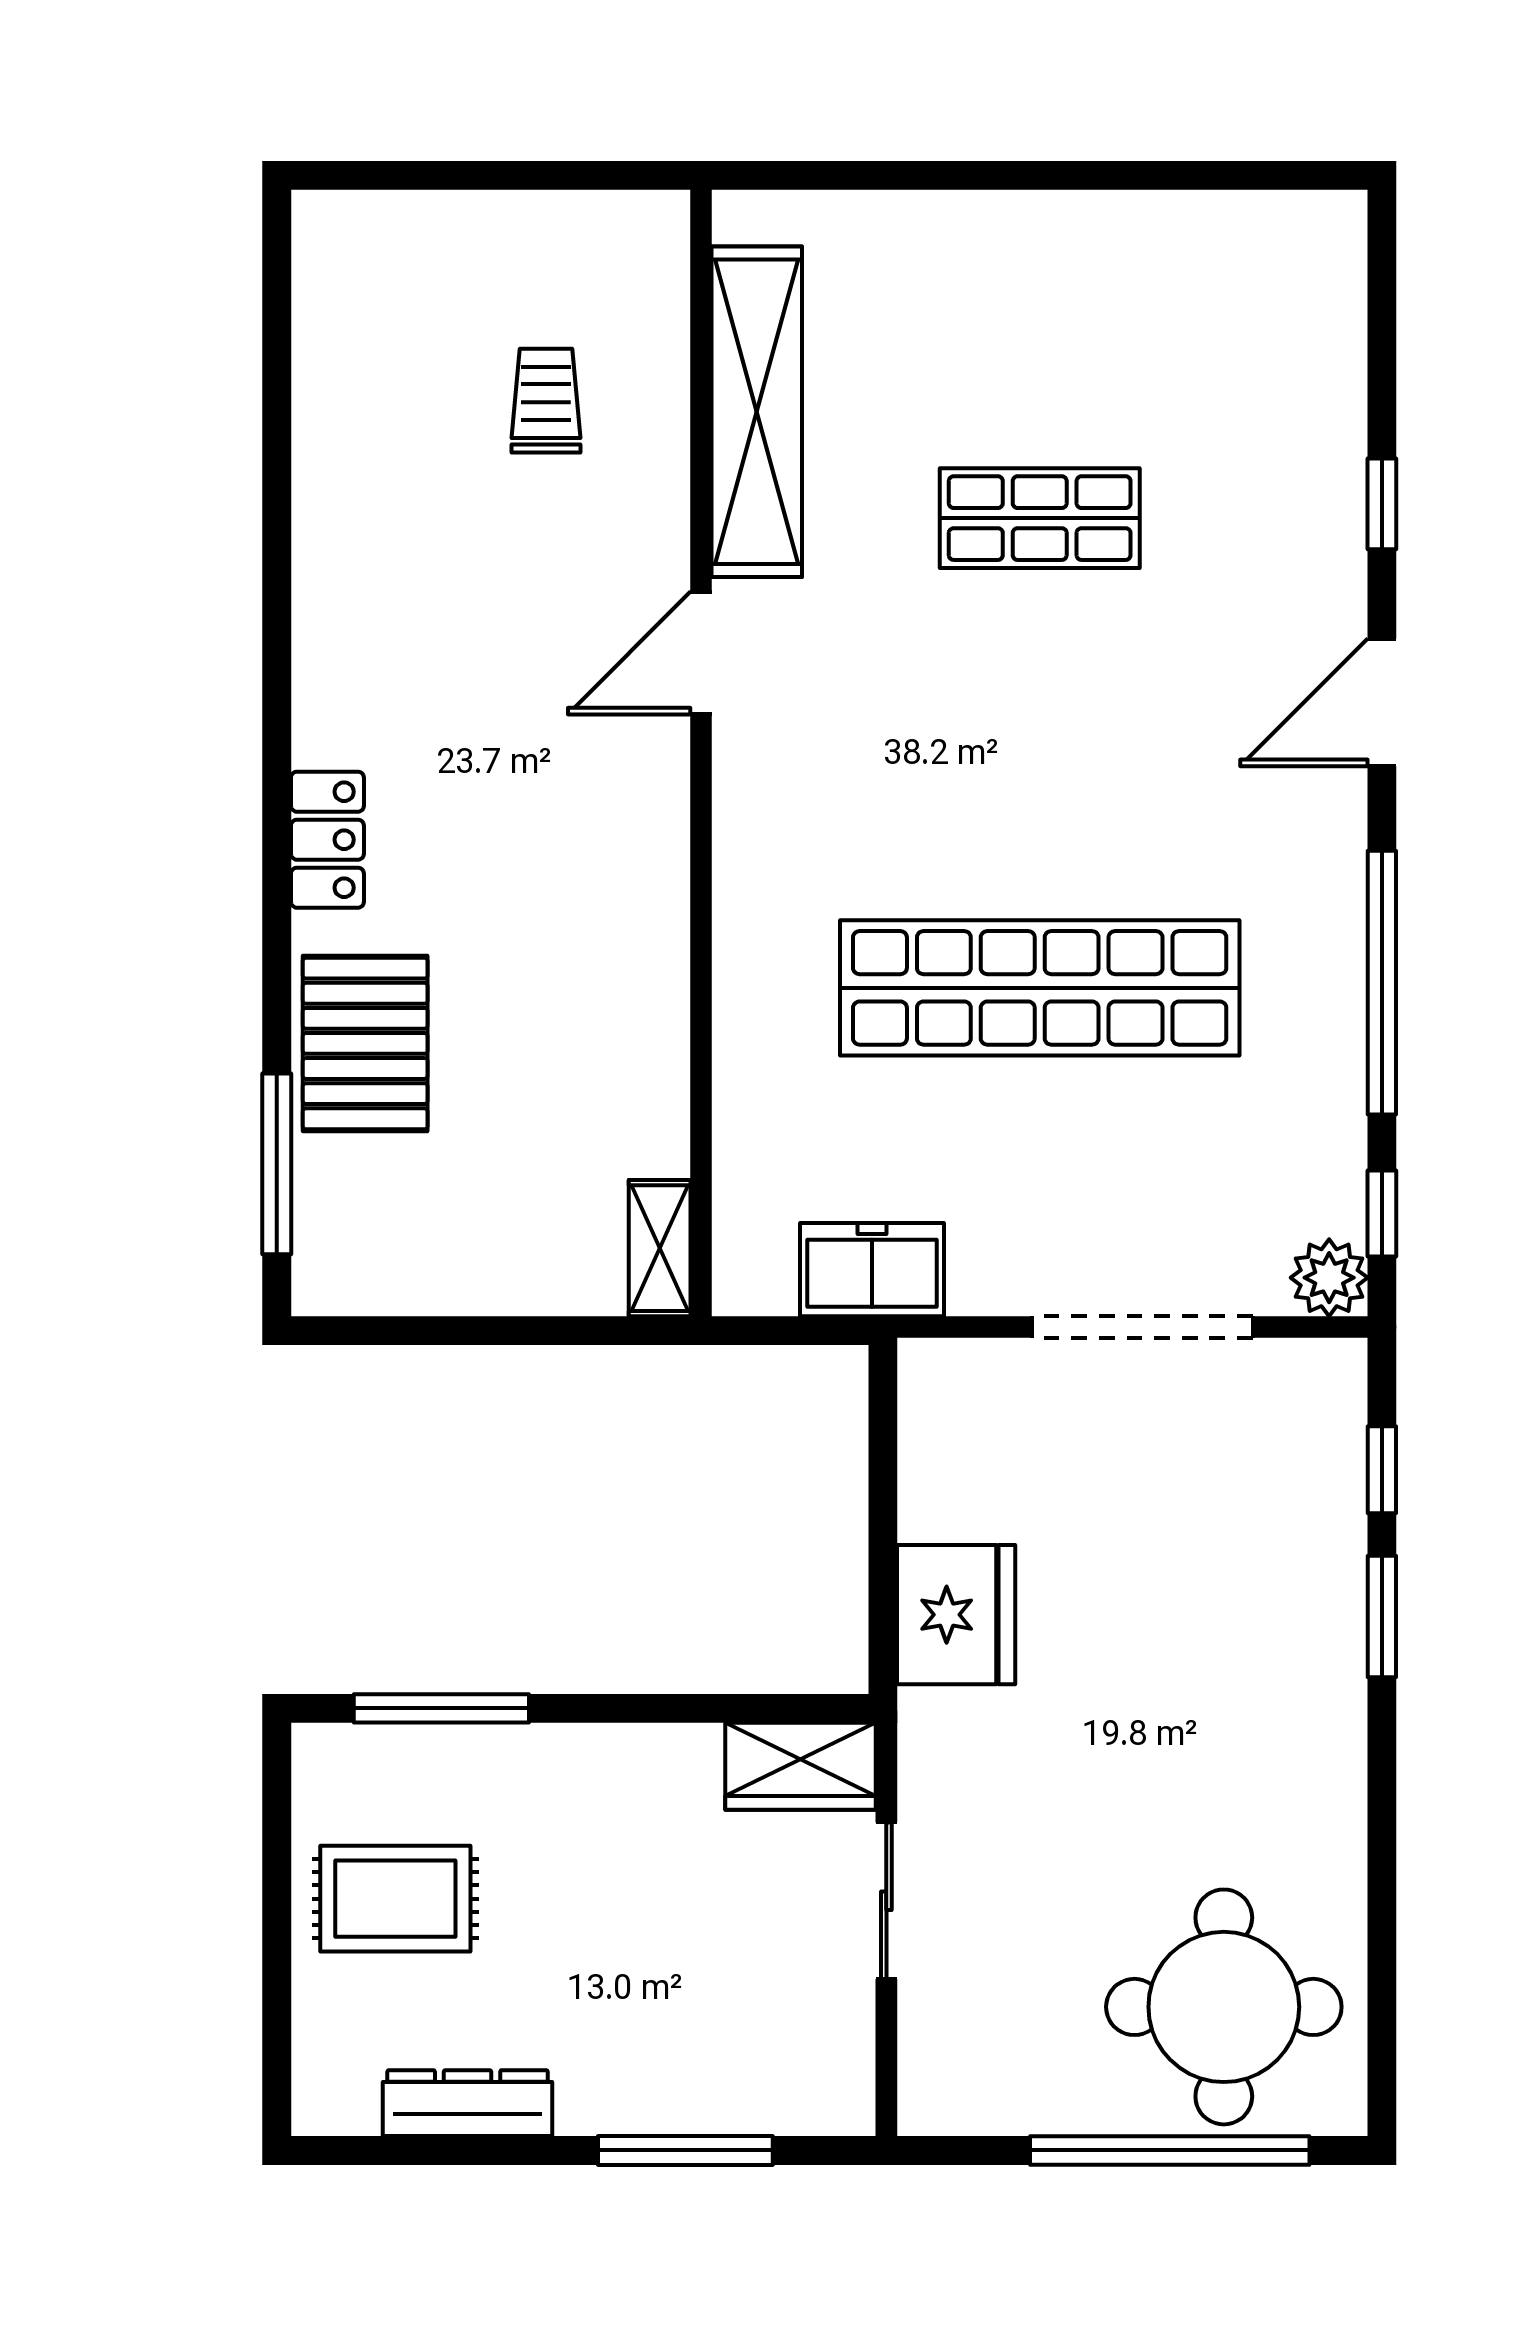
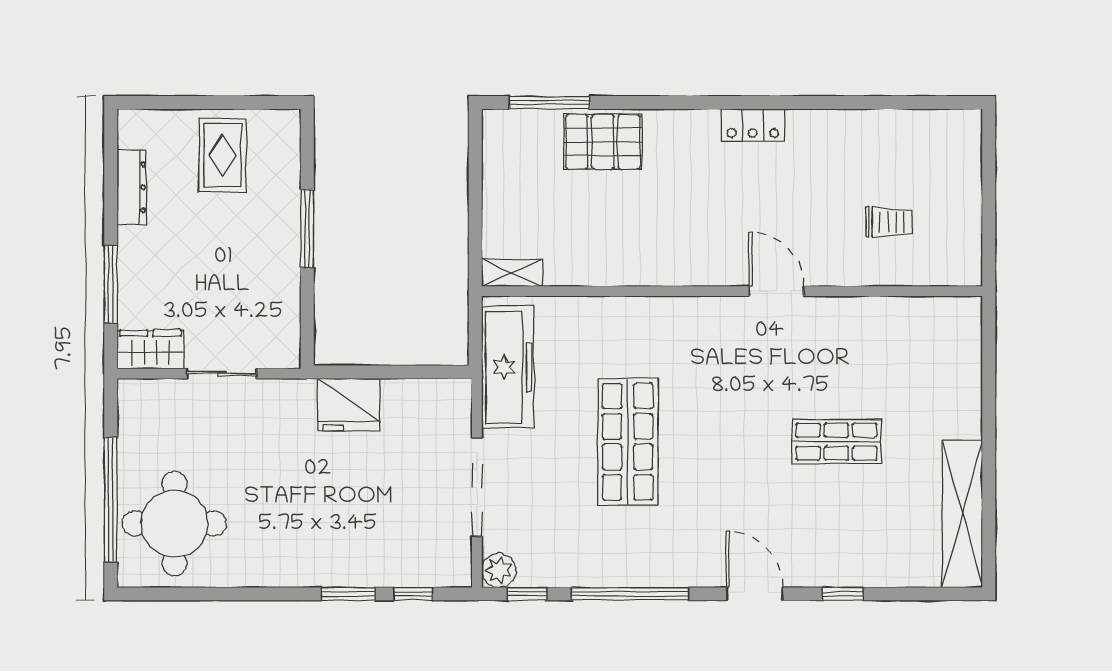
shelving: (757, 412) -> (962, 514), moved, turned 90
shop shelf: (1040, 518) -> (836, 442), turned 90
locker: (327, 840) -> (753, 125), moved
shop shelf: (1040, 988) -> (628, 442), width x0.71
freezer: (872, 1270) -> (508, 367), width x1.91, depth x1.26
window: (441, 1708) -> (307, 229), moved
wardrobe: (800, 1766) -> (150, 349), moved, turned 90

